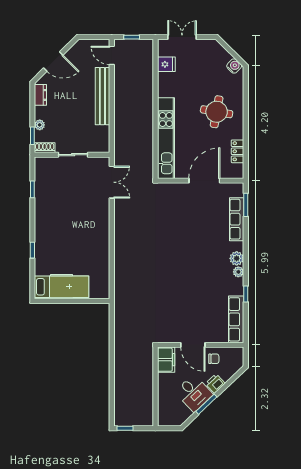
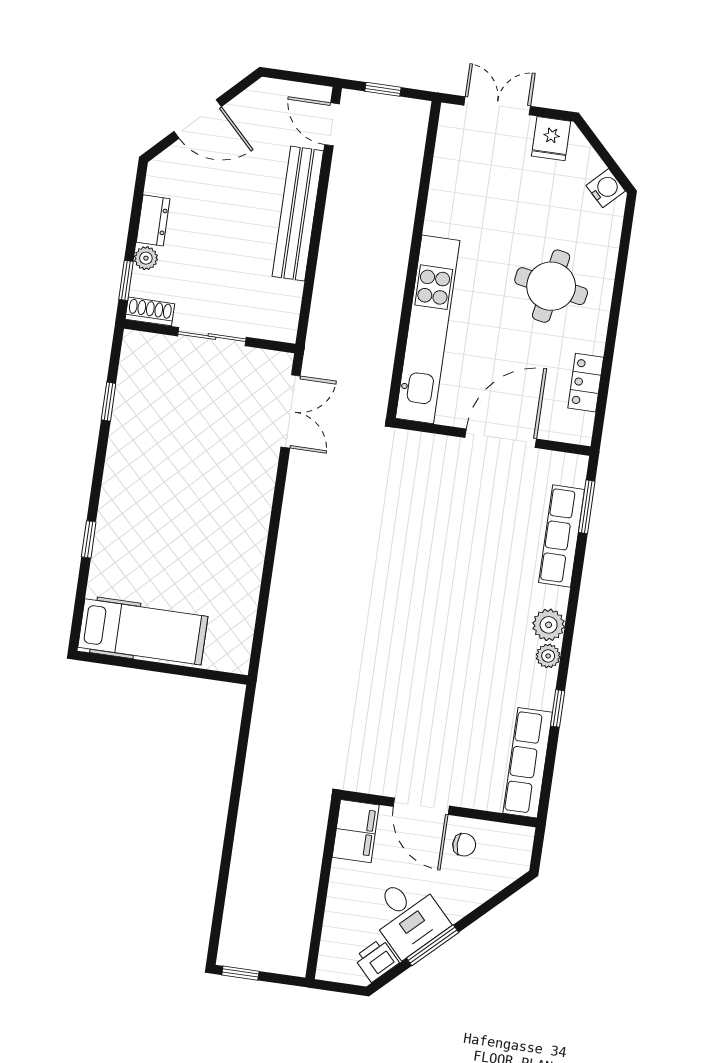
fridge: (166, 64) -> (551, 139), moved, turned 90
dresser: (40, 95) -> (153, 220), moved
printer: (215, 384) -> (377, 960), moved

